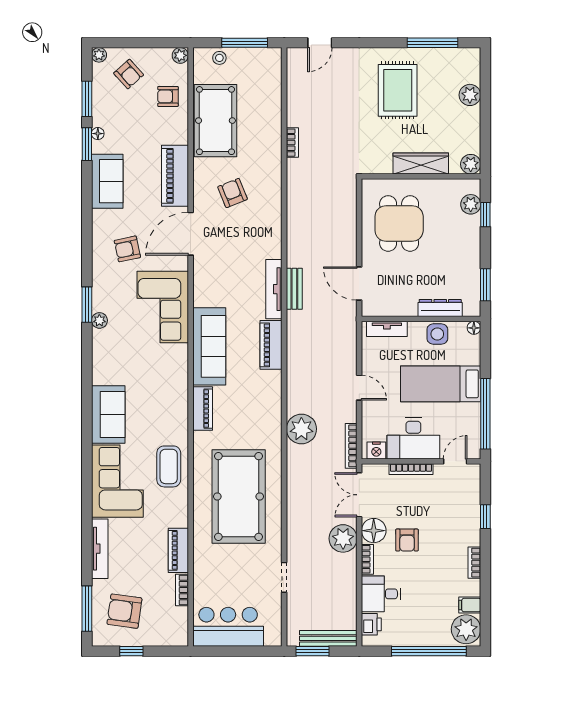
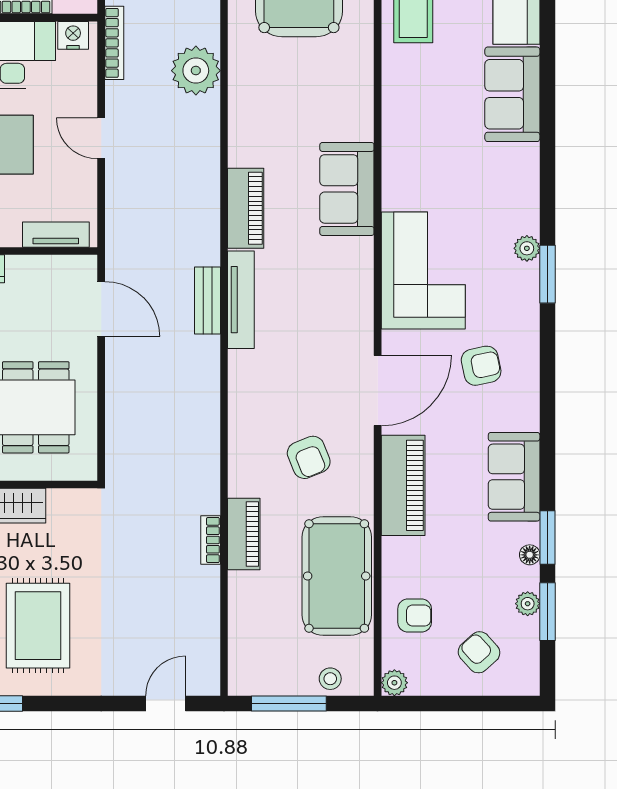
plant: (99, 55) -> (528, 604), moved
sofa: (209, 346) -> (347, 189), width x0.73
piano: (203, 409) -> (244, 534), moved, turned 180

